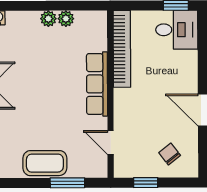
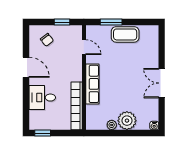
plant: (48, 19) -> (127, 121), width x1.88, depth x1.88
desk: (177, 30) -> (42, 98), moved

